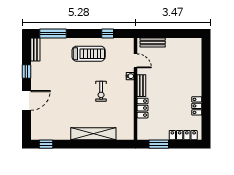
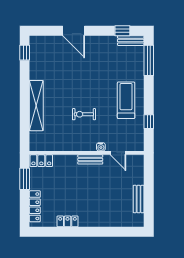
bench: (153, 42) -> (139, 199), moved
treadmill: (89, 54) -> (126, 100), turned 180
door: (136, 61) -> (118, 153), hinge flipped
window: (27, 72) -> (122, 31), moved
locker: (143, 108) -> (41, 161), moved

